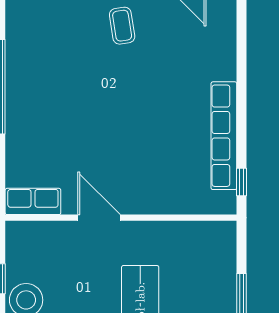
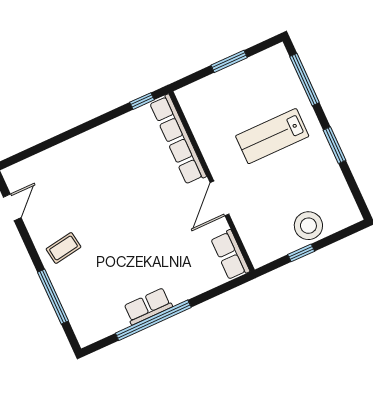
row of seats: (18, 88) -> (148, 306), added
row of seats: (224, 136) -> (178, 139), moved, turned 90

